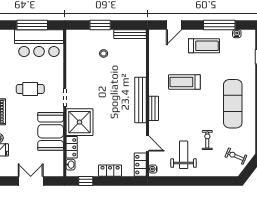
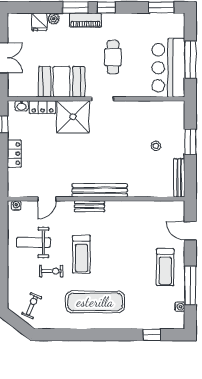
treadmill: (184, 82) -> (81, 254), moved, turned 180
weight bench: (184, 155) -> (33, 242), turned 180
locker: (140, 165) -> (22, 190), removed

